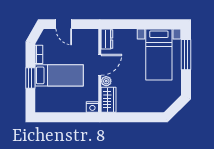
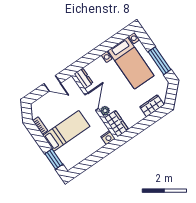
door: (64, 24) -> (52, 83), moved
window: (186, 55) -> (160, 61), moved
window: (30, 78) -> (54, 159), moved
wardrobe: (151, 106) -> (152, 106), added

